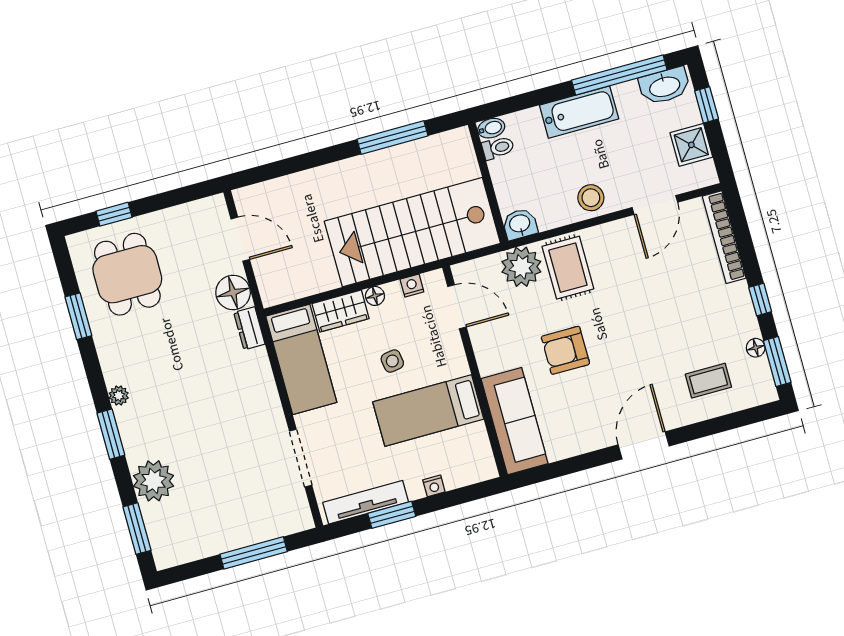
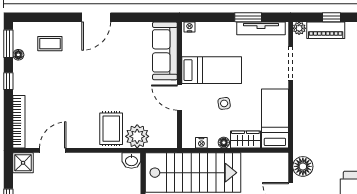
shower: (691, 145) -> (23, 163), moved
stool: (591, 198) -> (88, 164), removed
door: (457, 307) -> (180, 98), moved
dresser: (249, 328) -> (299, 144), removed
armchair: (565, 350) -> (125, 83), removed
nightstand: (434, 486) -> (189, 27), moved
plant: (302, 520) -> (299, 28), added
piano: (257, 529) -> (326, 30), added
window: (254, 553) -> (332, 17), width x0.46

